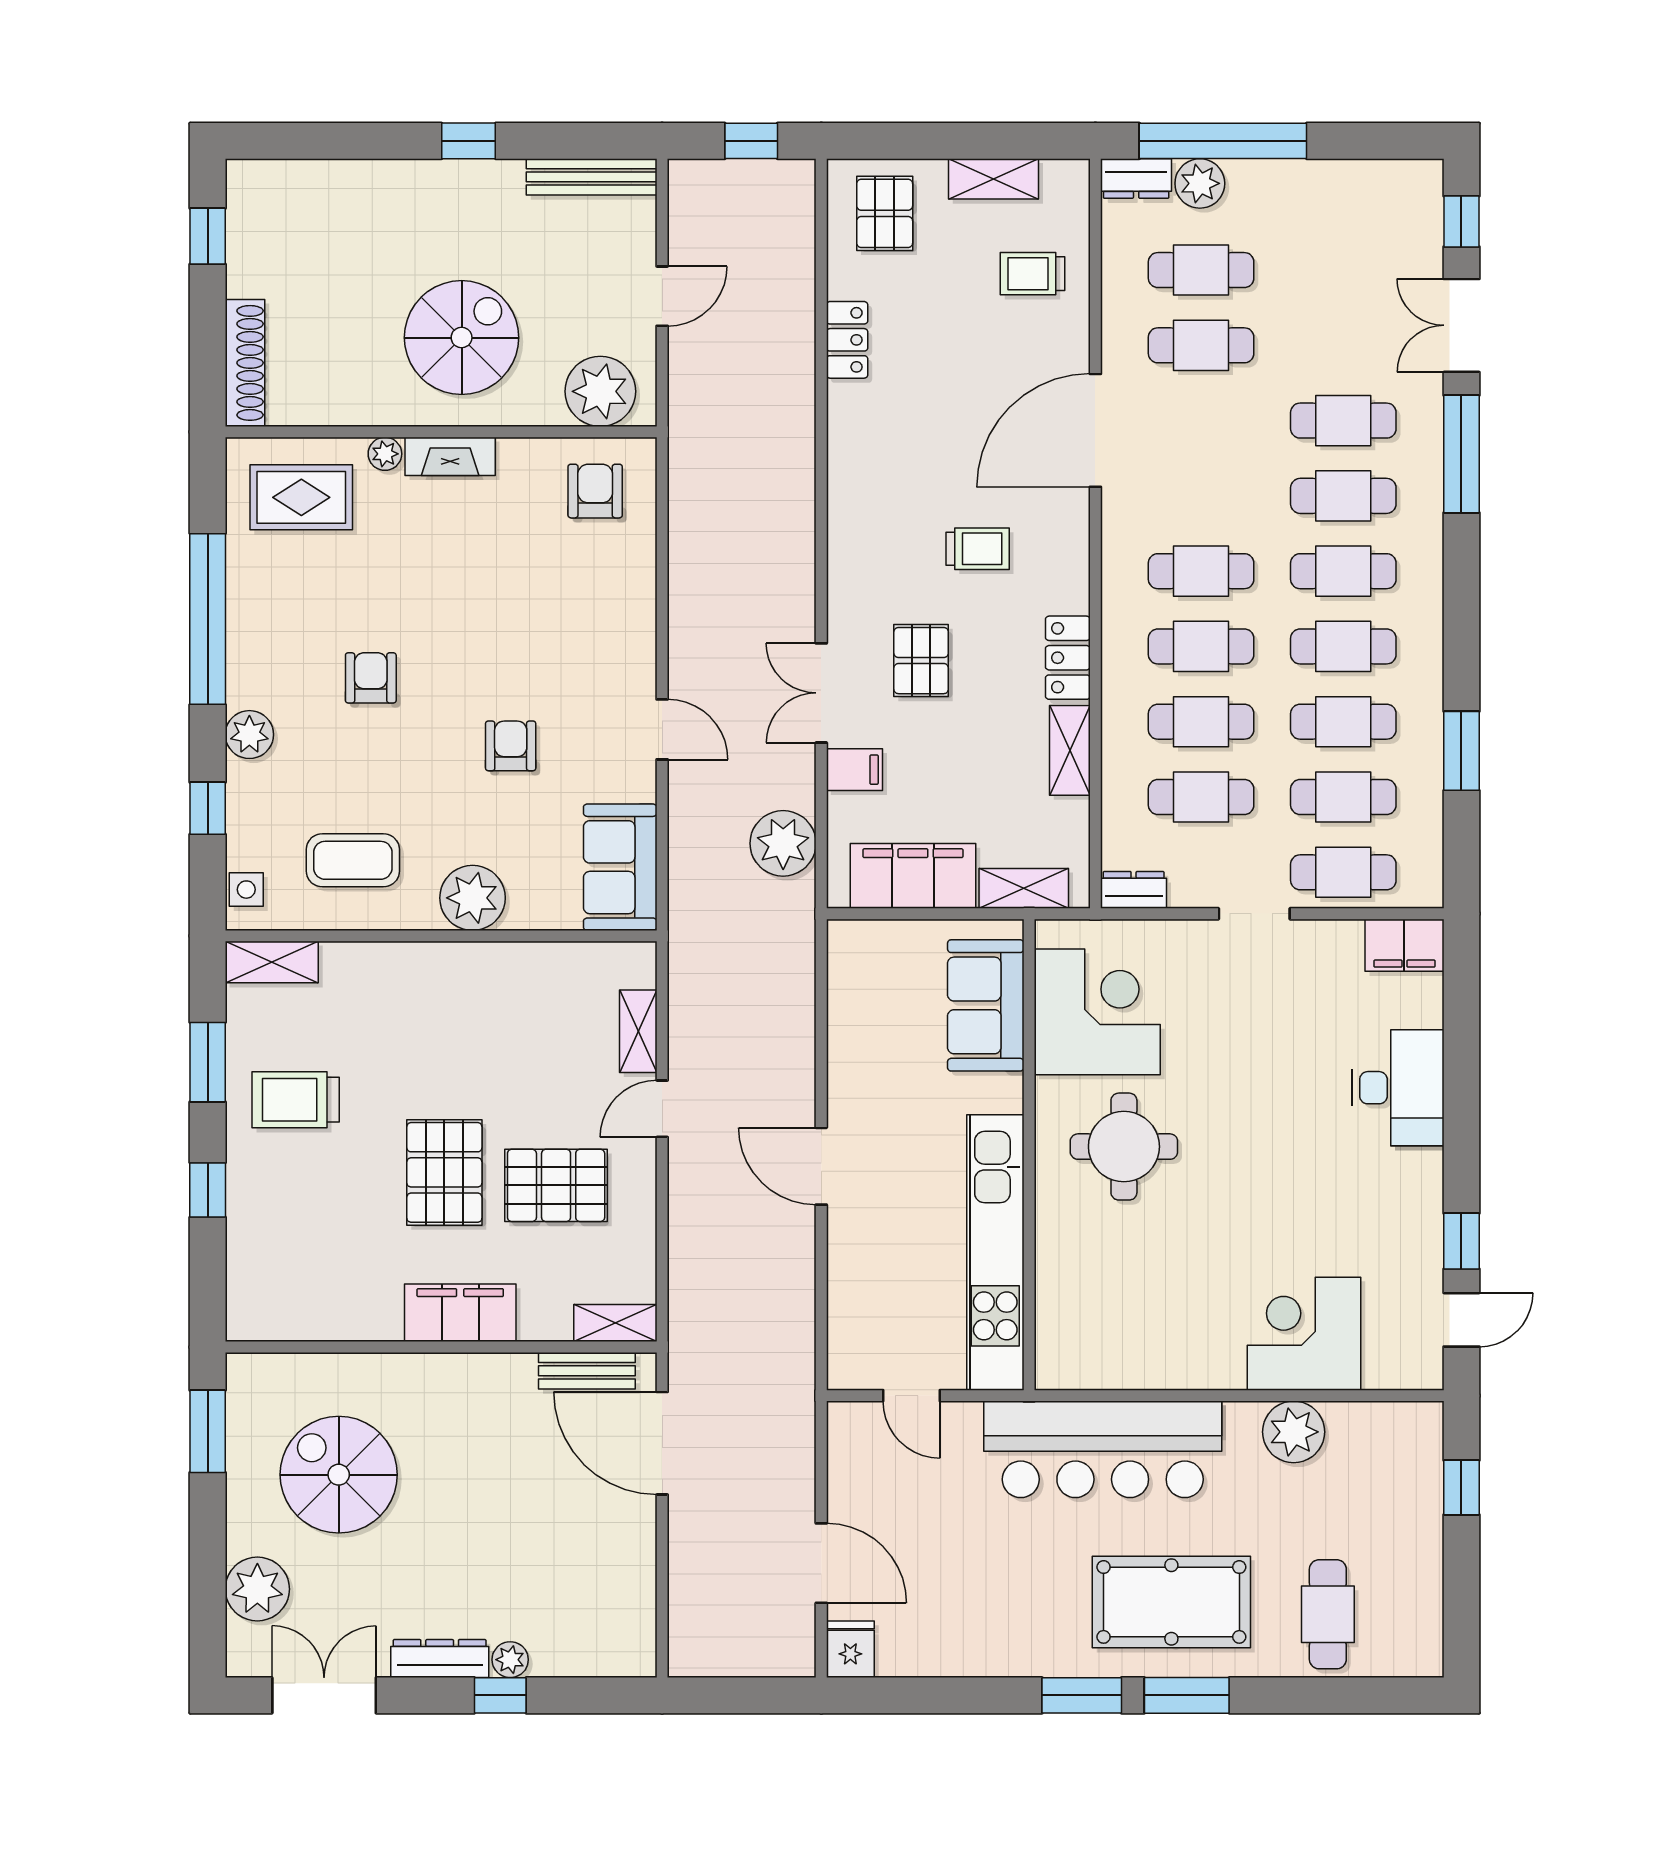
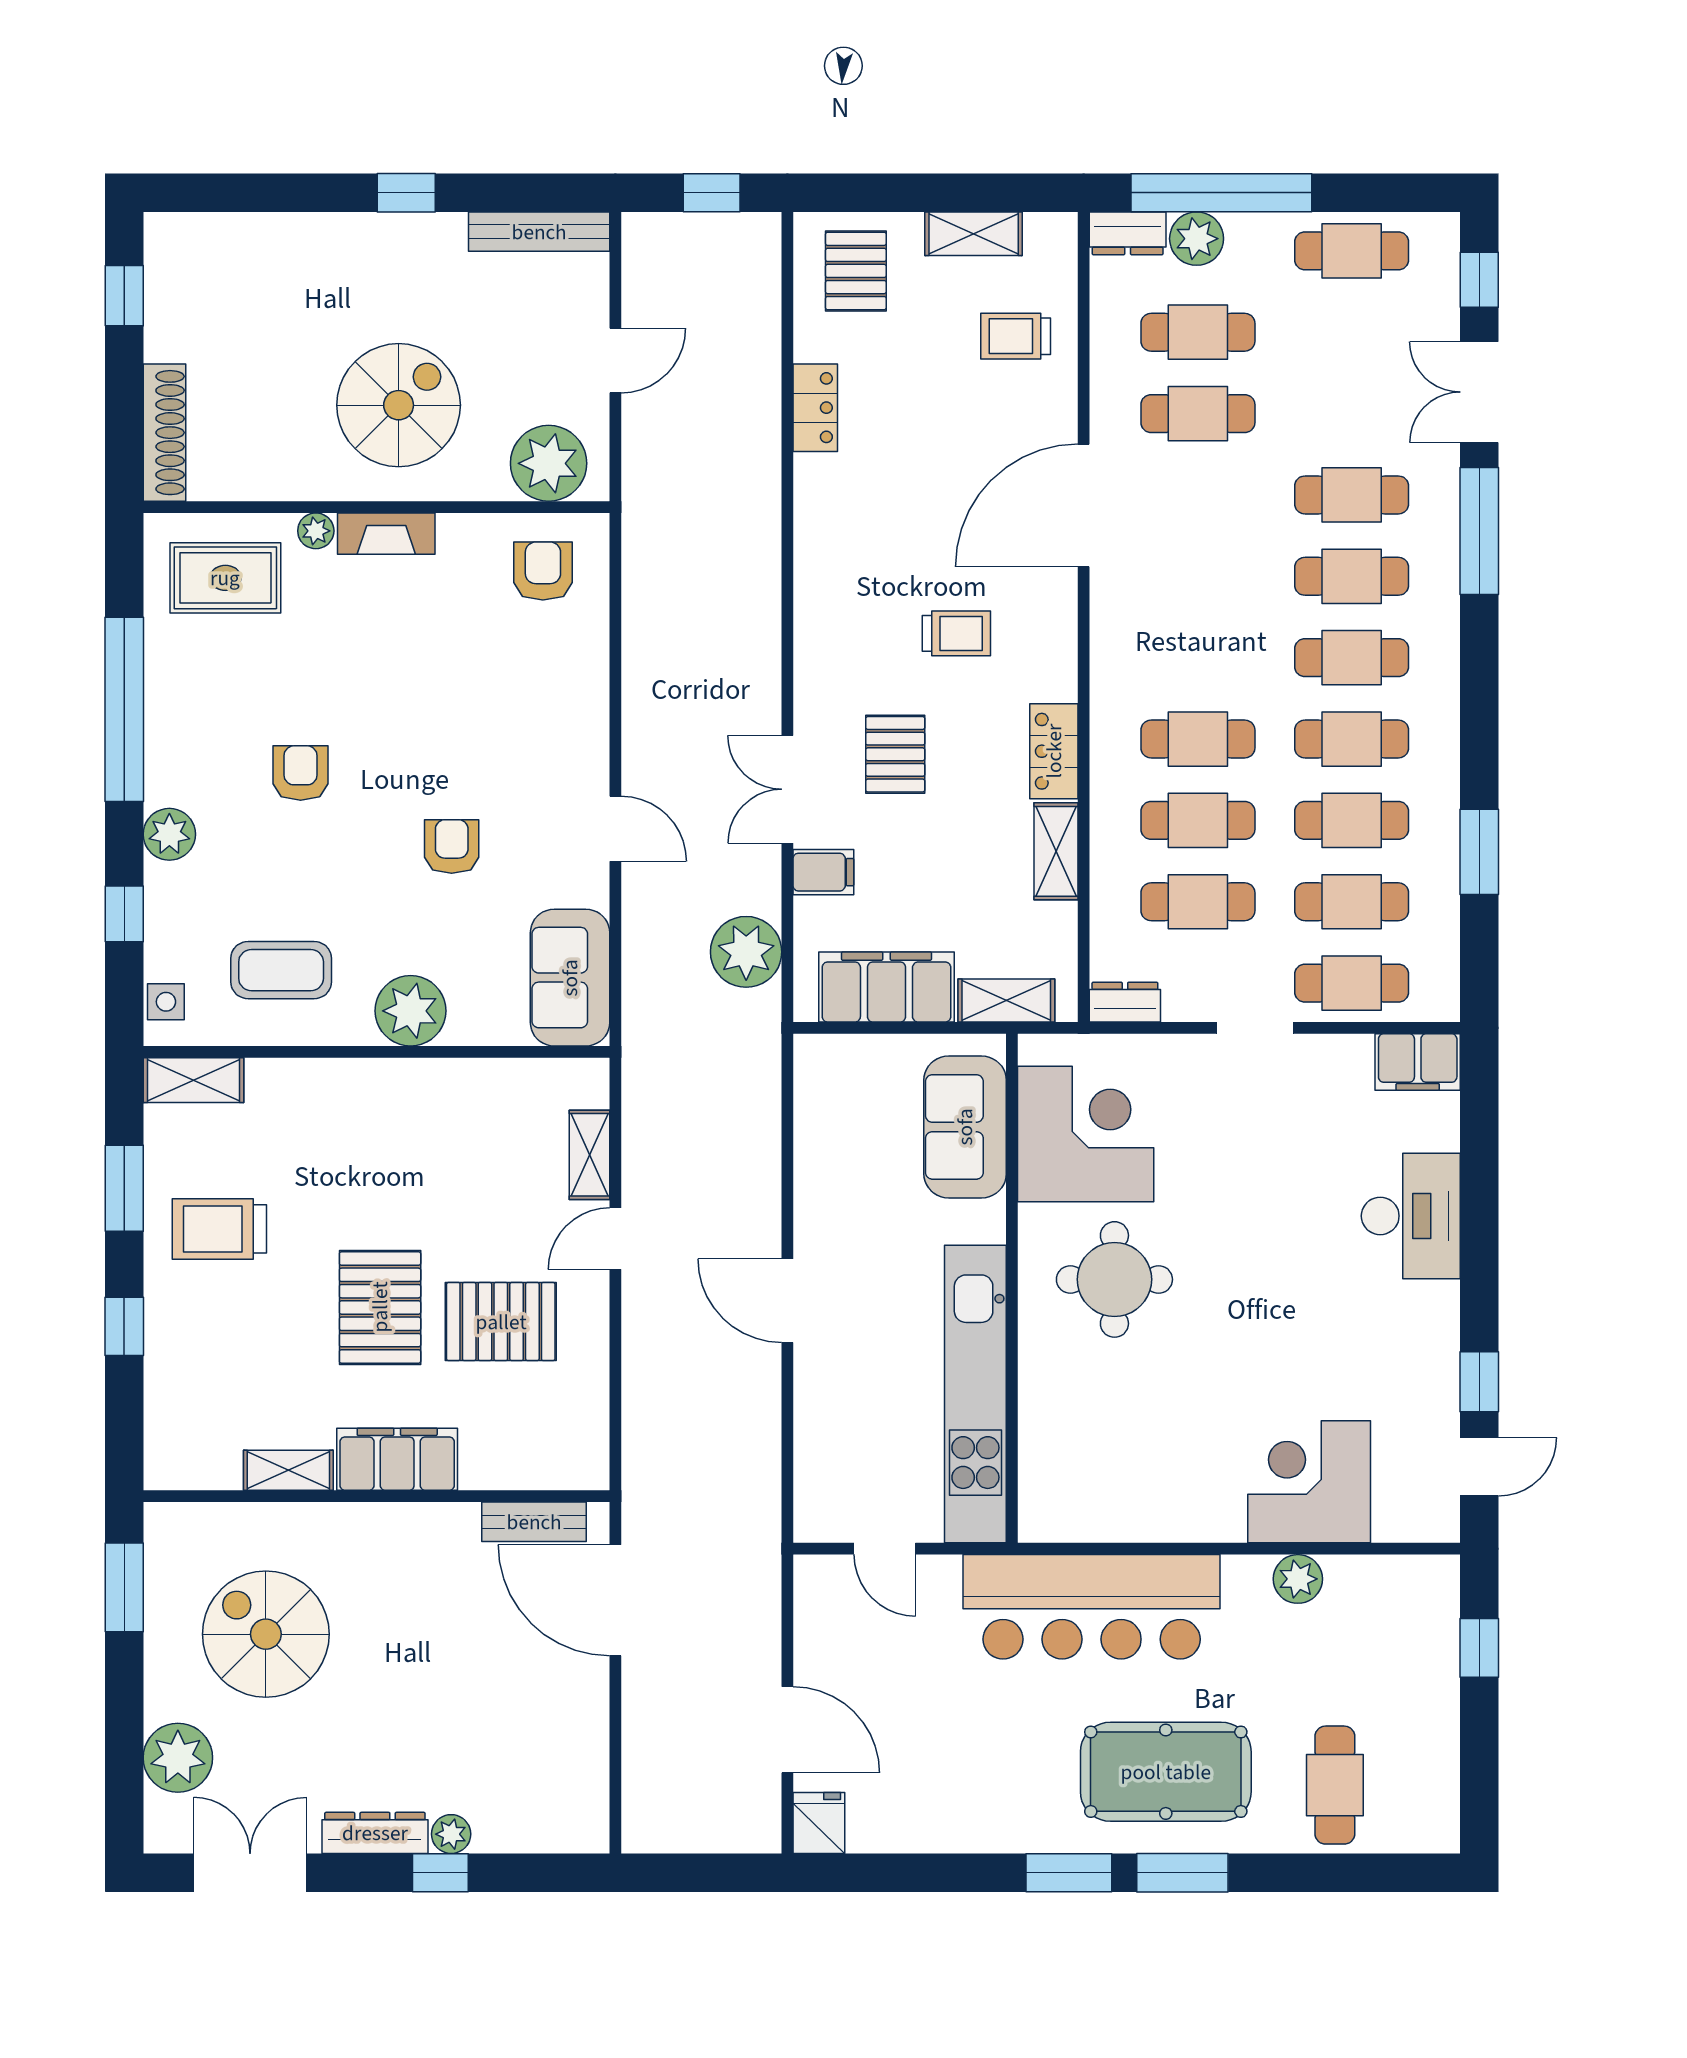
cafe table: (1201, 571) -> (1352, 251), moved
shelving: (615, 1323) -> (288, 1470), moved
plant: (1294, 1432) -> (1298, 1579), width x0.73, depth x0.73

